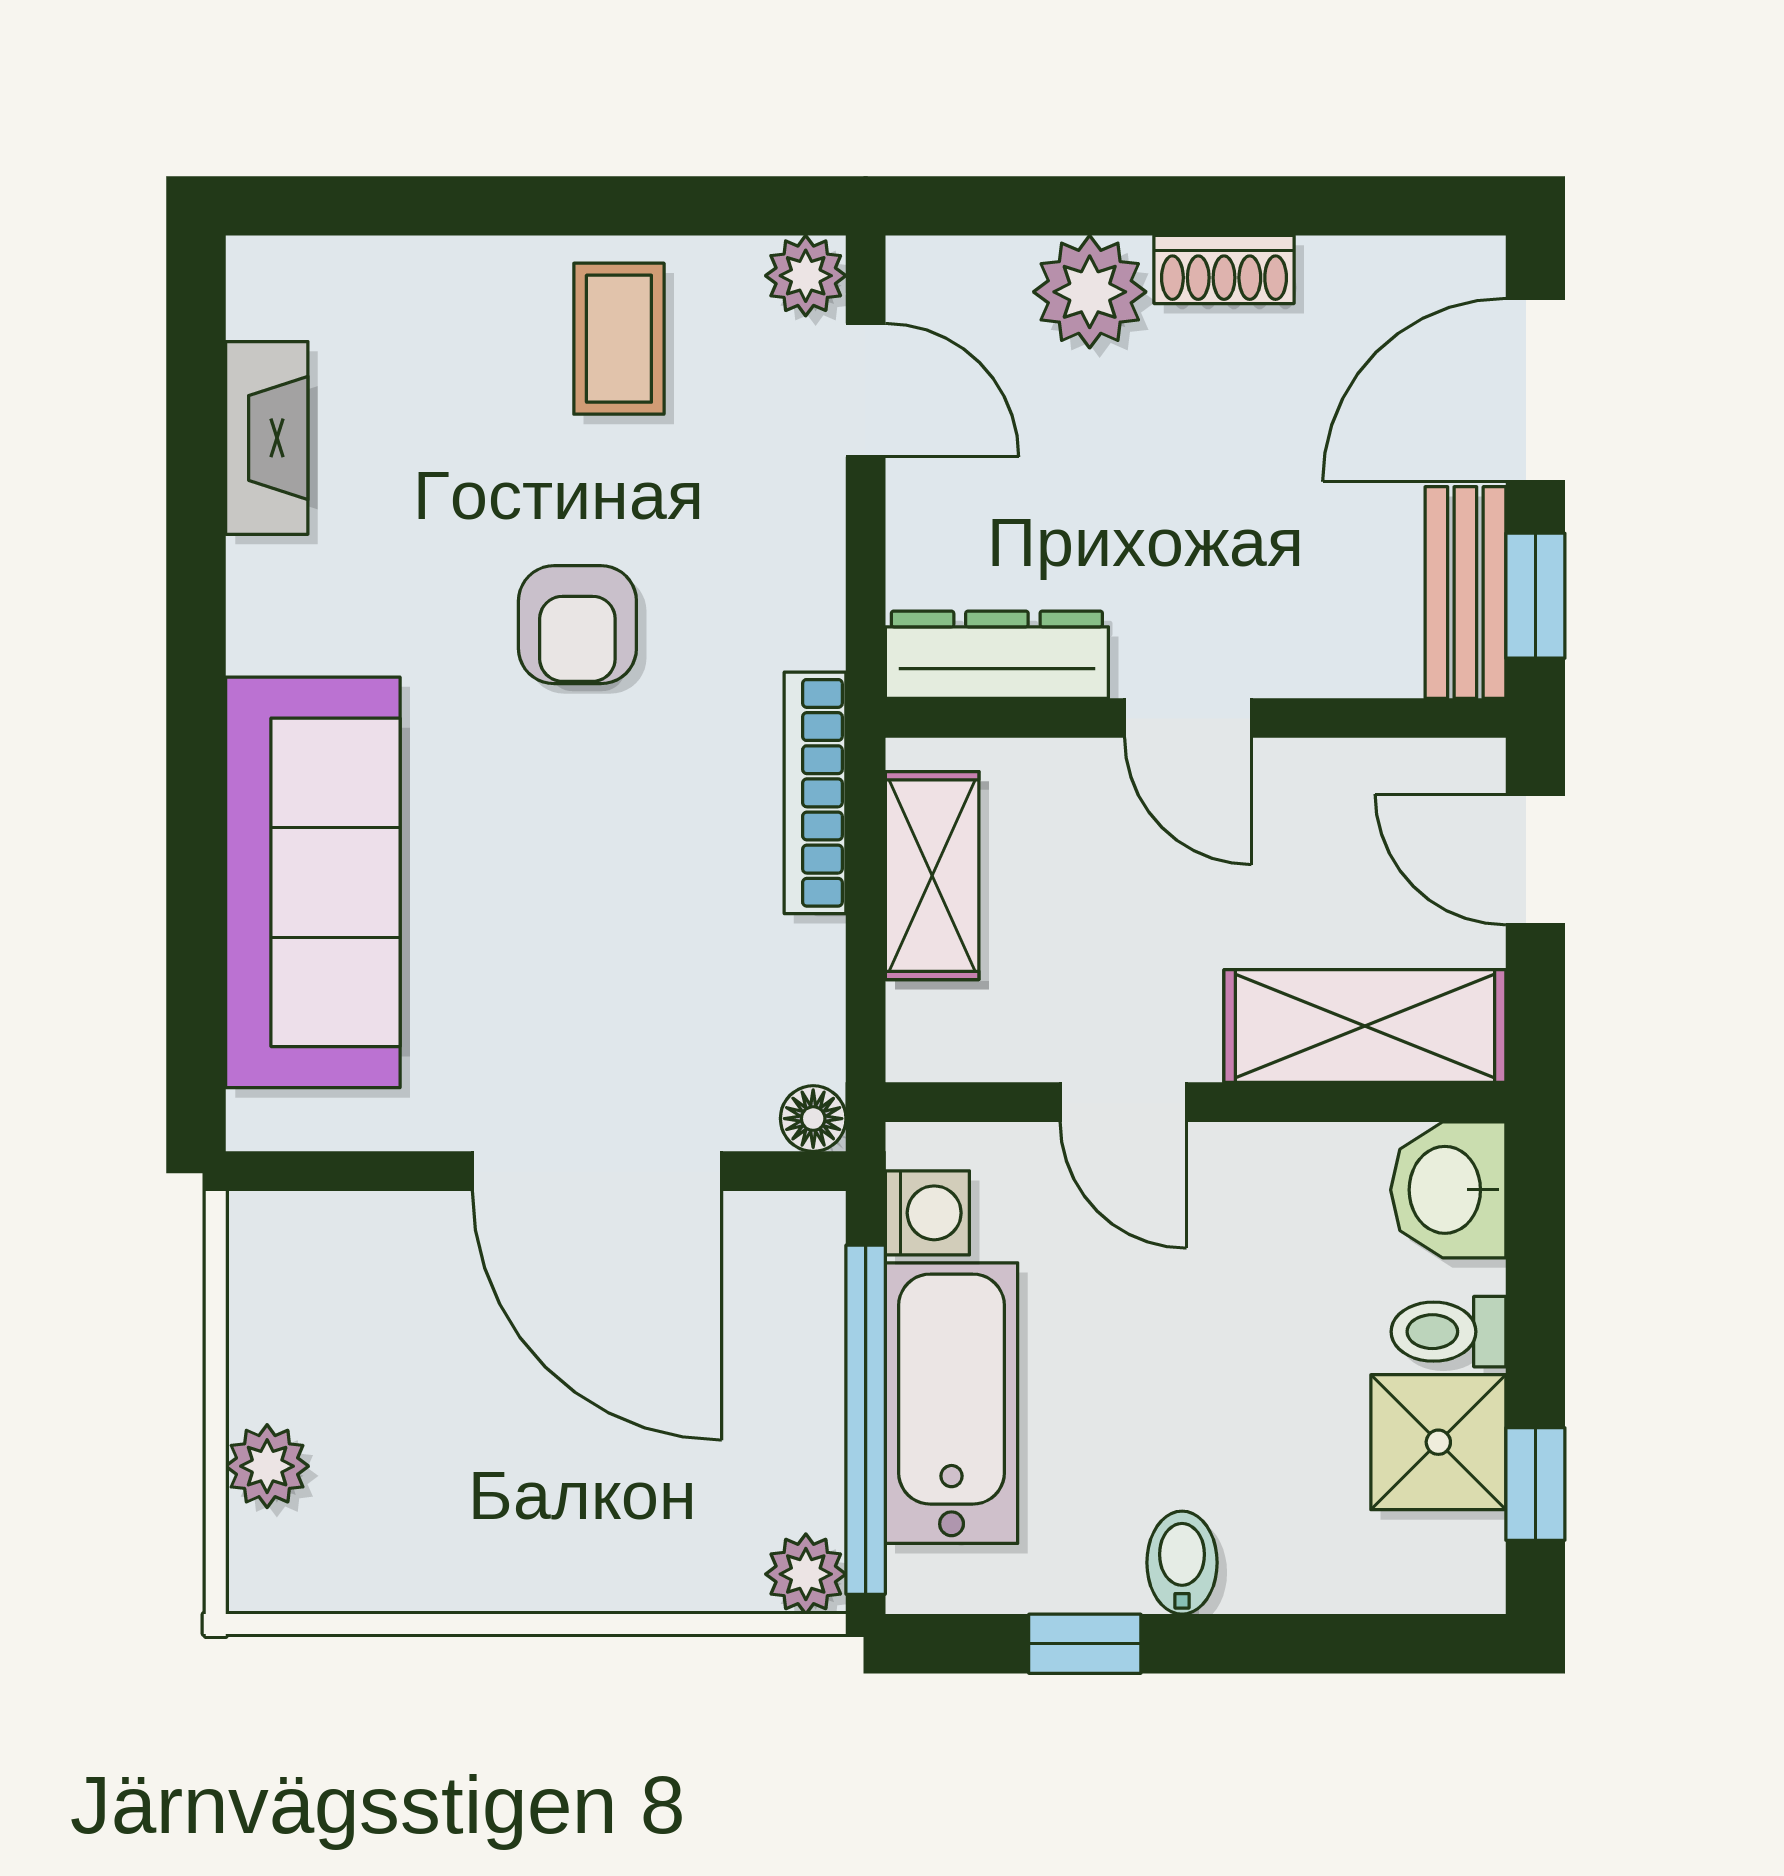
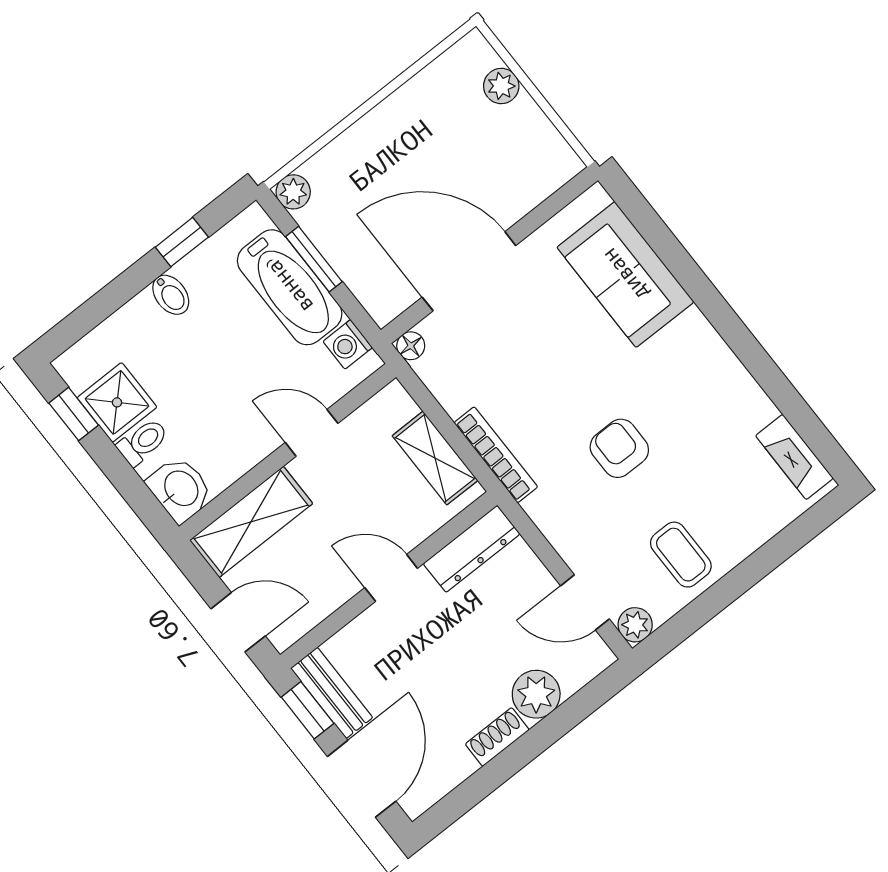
fireplace: (267, 438) -> (794, 457), moved
sofa: (313, 882) -> (625, 275), width x0.73
window: (866, 1420) -> (314, 259), width x0.47

